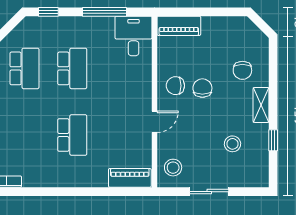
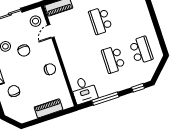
piano: (179, 26) -> (48, 108), moved
school desk: (24, 68) -> (141, 50), turned 180
chair: (202, 88) -> (24, 51), moved
door: (154, 122) -> (51, 31), moved

